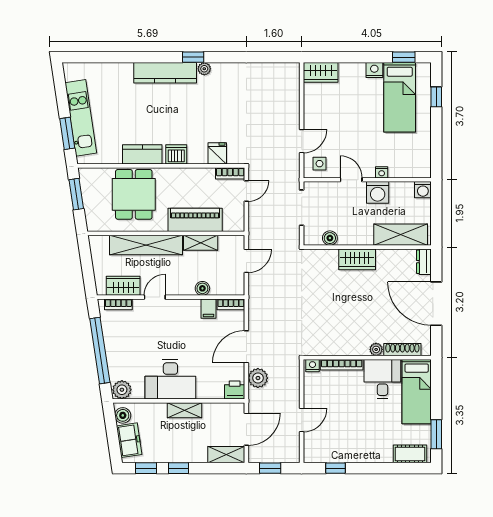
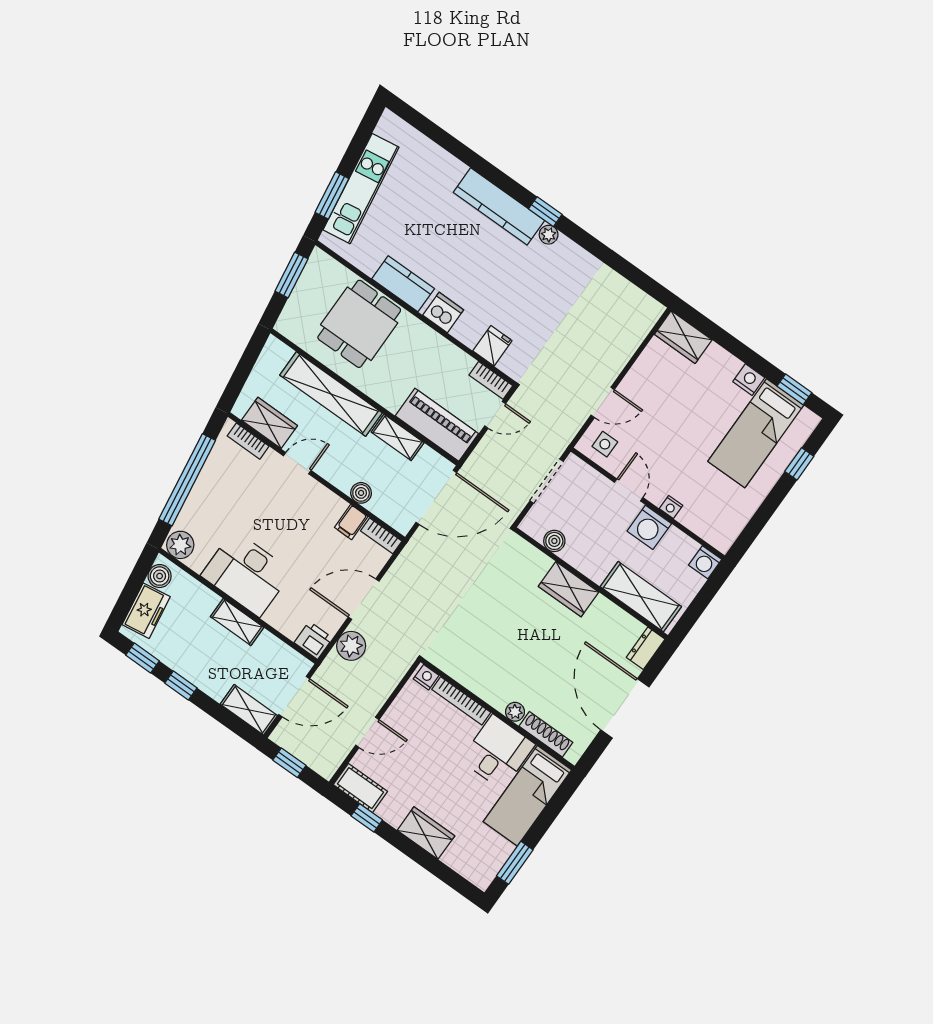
piano: (195, 220) -> (437, 425), moved
door: (246, 261) -> (436, 497), width x1.88
wardrobe: (375, 453) -> (426, 833), added
cot: (410, 454) -> (360, 788), moved

